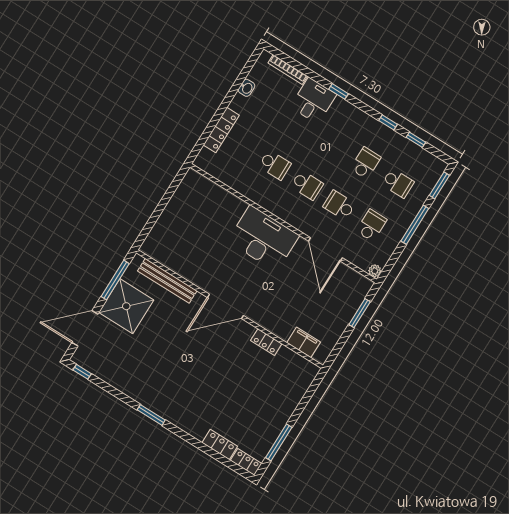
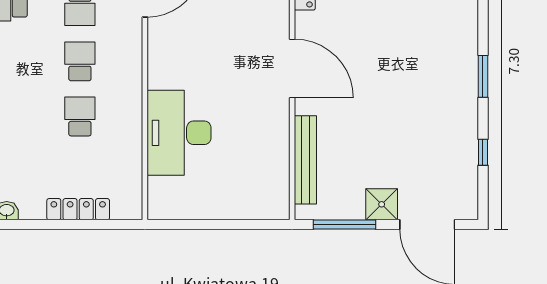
desk: (263, 238) -> (179, 133), moved
shower: (126, 306) -> (382, 204), width x0.54, depth x0.54
window: (82, 372) -> (483, 152), moved

